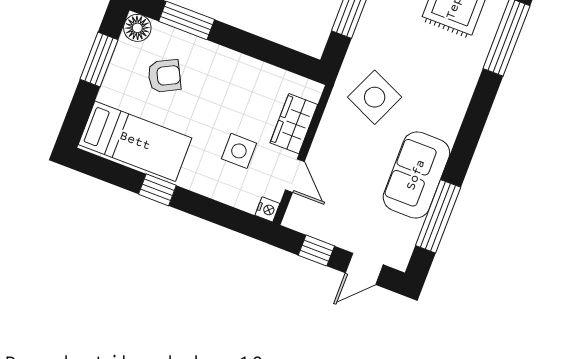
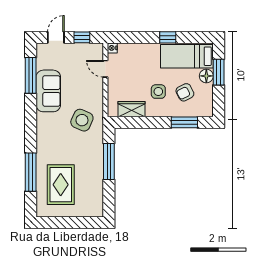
floor lamp: (137, 28) -> (206, 76), moved
window: (99, 59) -> (219, 72), moved
wardrobe: (294, 124) -> (132, 109), moved, turned -90
side table: (239, 151) -> (158, 92), moved

